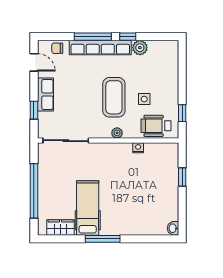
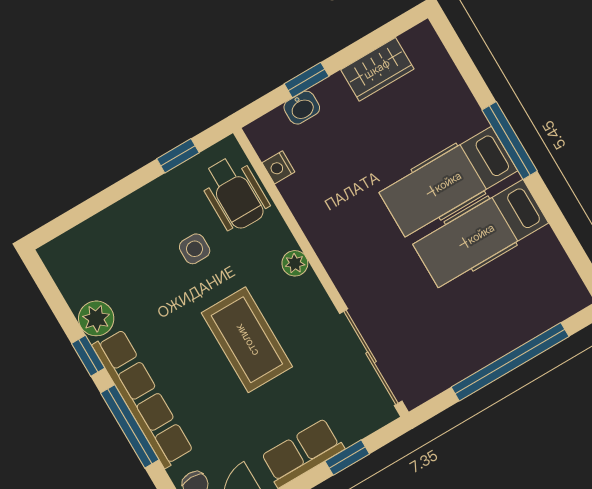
coffee table: (114, 97) -> (247, 340), moved, turned 90
nightstand: (138, 148) -> (278, 167), moved
hospital bed: (114, 207) -> (448, 182), added
wardrobe: (61, 227) -> (377, 69), moved, turned -90
washbasin: (173, 228) -> (302, 108), moved
window: (103, 239) -> (510, 140), moved

